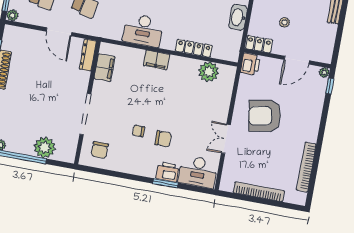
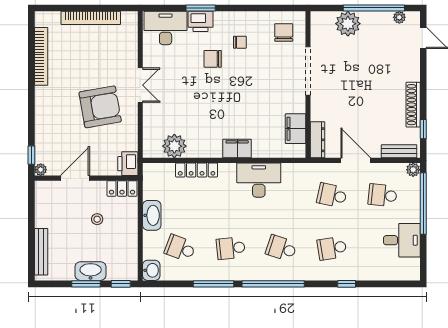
bench: (21, 33) -> (399, 151), added
chair: (139, 131) -> (240, 42), moved
double door: (226, 139) -> (140, 85), moved

